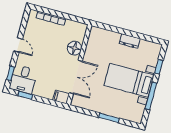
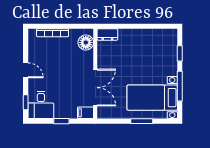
dresser: (130, 41) -> (107, 35), moved
floor lamp: (74, 48) -> (86, 43), moved
bed with nightstands: (129, 80) -> (152, 98), moved
window: (25, 95) -> (61, 121), moved

